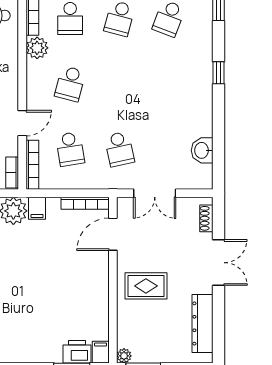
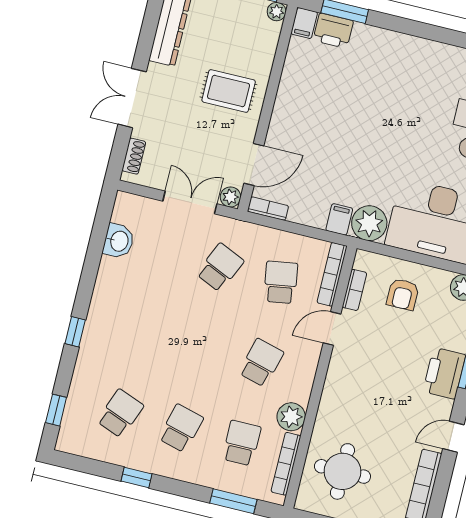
school desk: (119, 149) -> (220, 267), turned 36
bookcase: (12, 173) -> (355, 290), moved
bookcase: (85, 203) -> (268, 209), width x0.64
plant: (125, 205) -> (230, 197), added

